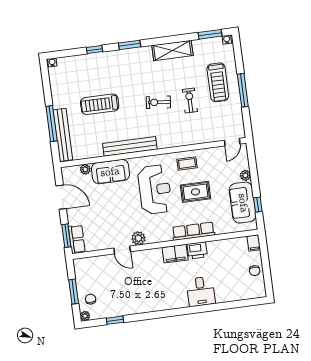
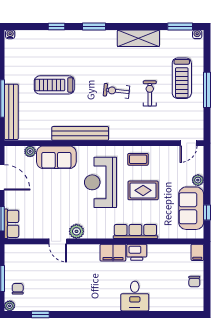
reception desk: (155, 190) -> (101, 182), turned 180

